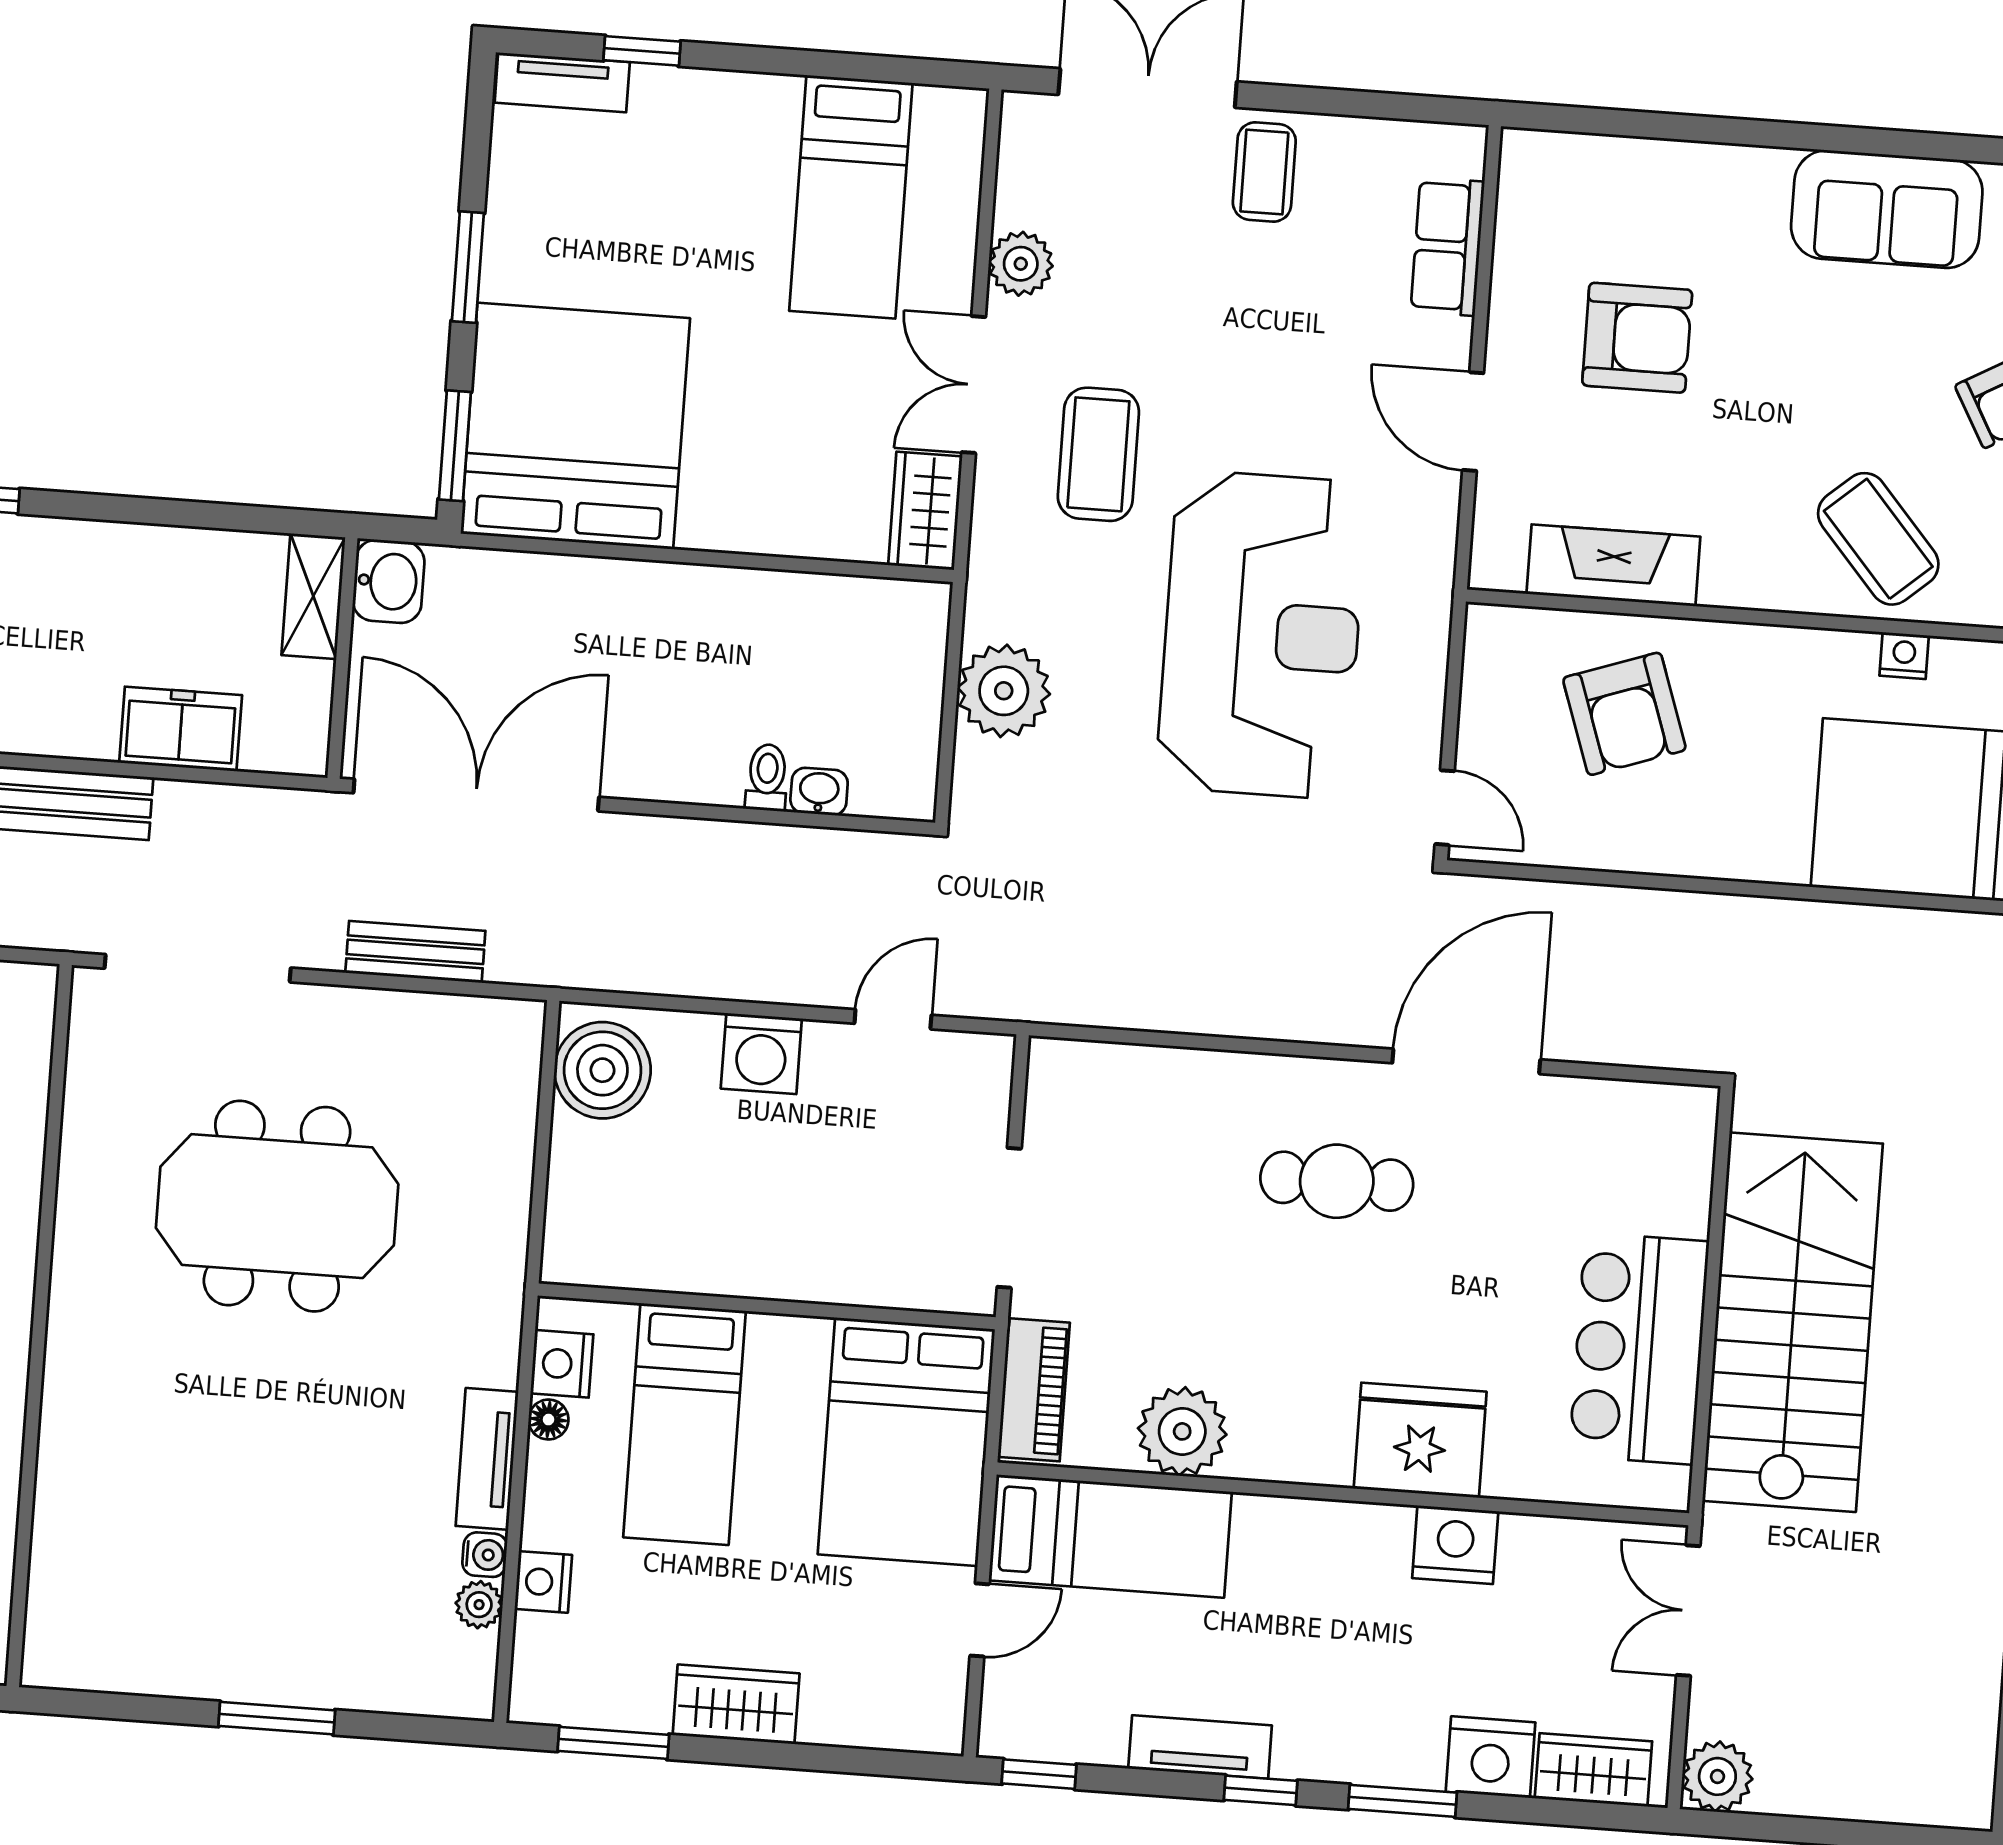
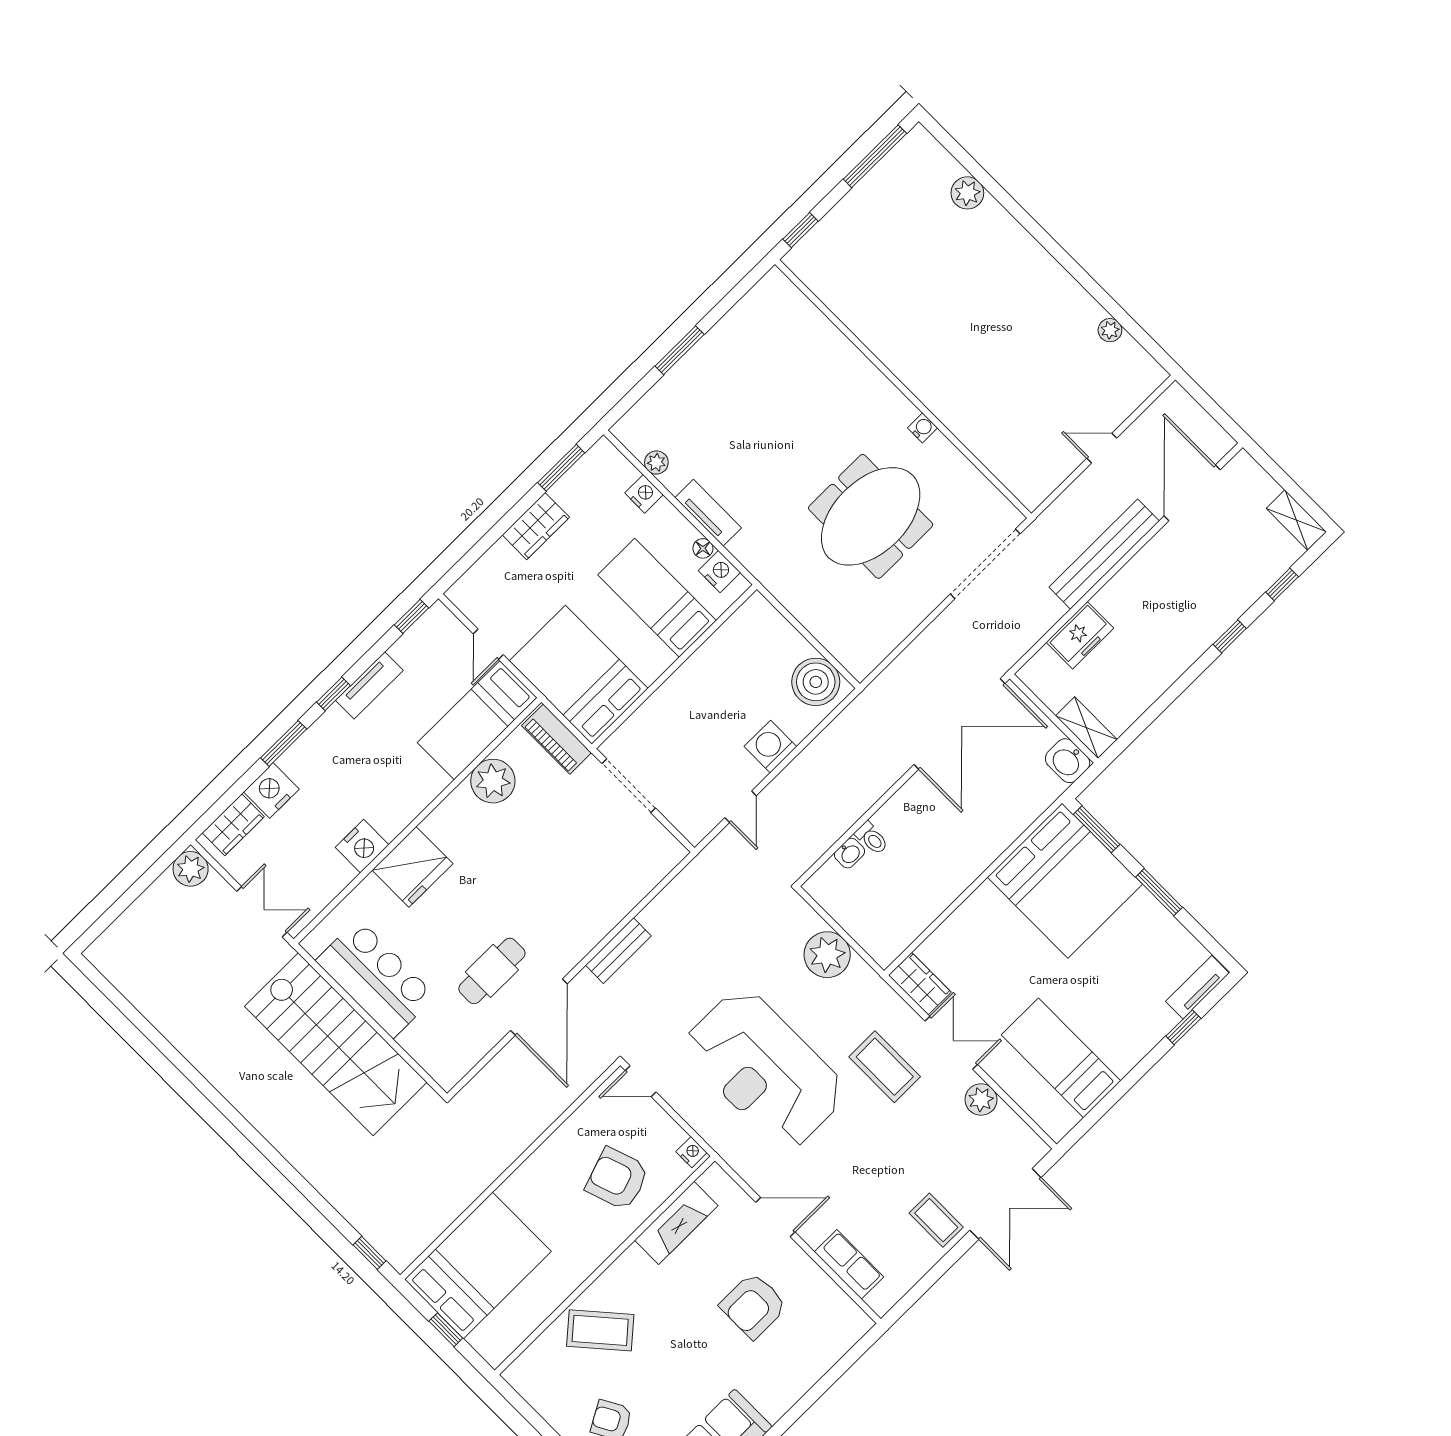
nightstand: (1904, 656) -> (691, 1152), moved, turned -90
bench: (415, 952) -> (618, 951), moved
cafe table: (1337, 1181) -> (492, 971), moved
water cooler: (485, 1555) -> (923, 428), moved, turned 180

